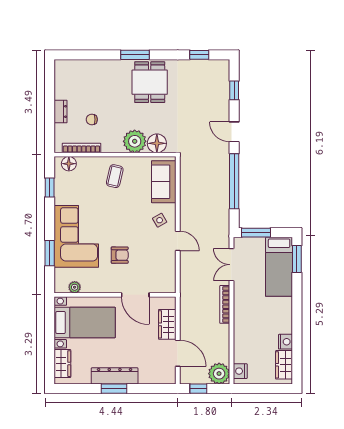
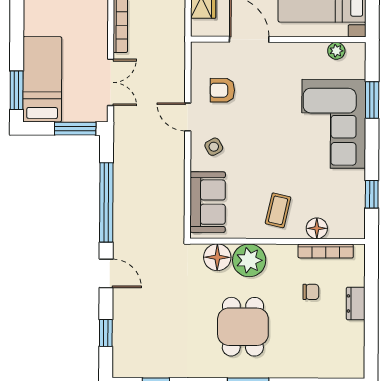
dining table: (150, 82) -> (243, 327), moved
floor lamp: (69, 164) -> (317, 228), moved
armchair: (120, 255) -> (222, 90), moved

